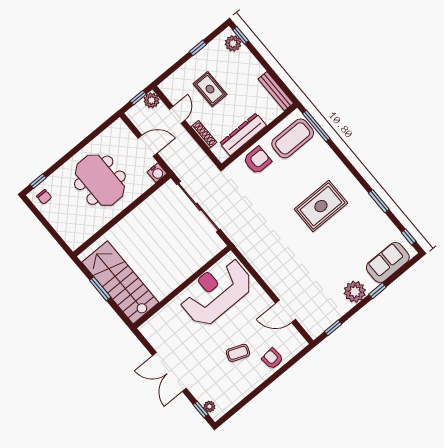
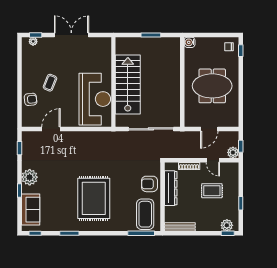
armchair: (257, 160) -> (149, 184), turned 90
water cooler: (157, 173) -> (190, 42), moved
rug: (321, 206) -> (94, 198), width x1.37, depth x1.44
stairs: (120, 282) -> (128, 84), moved, turned -90

